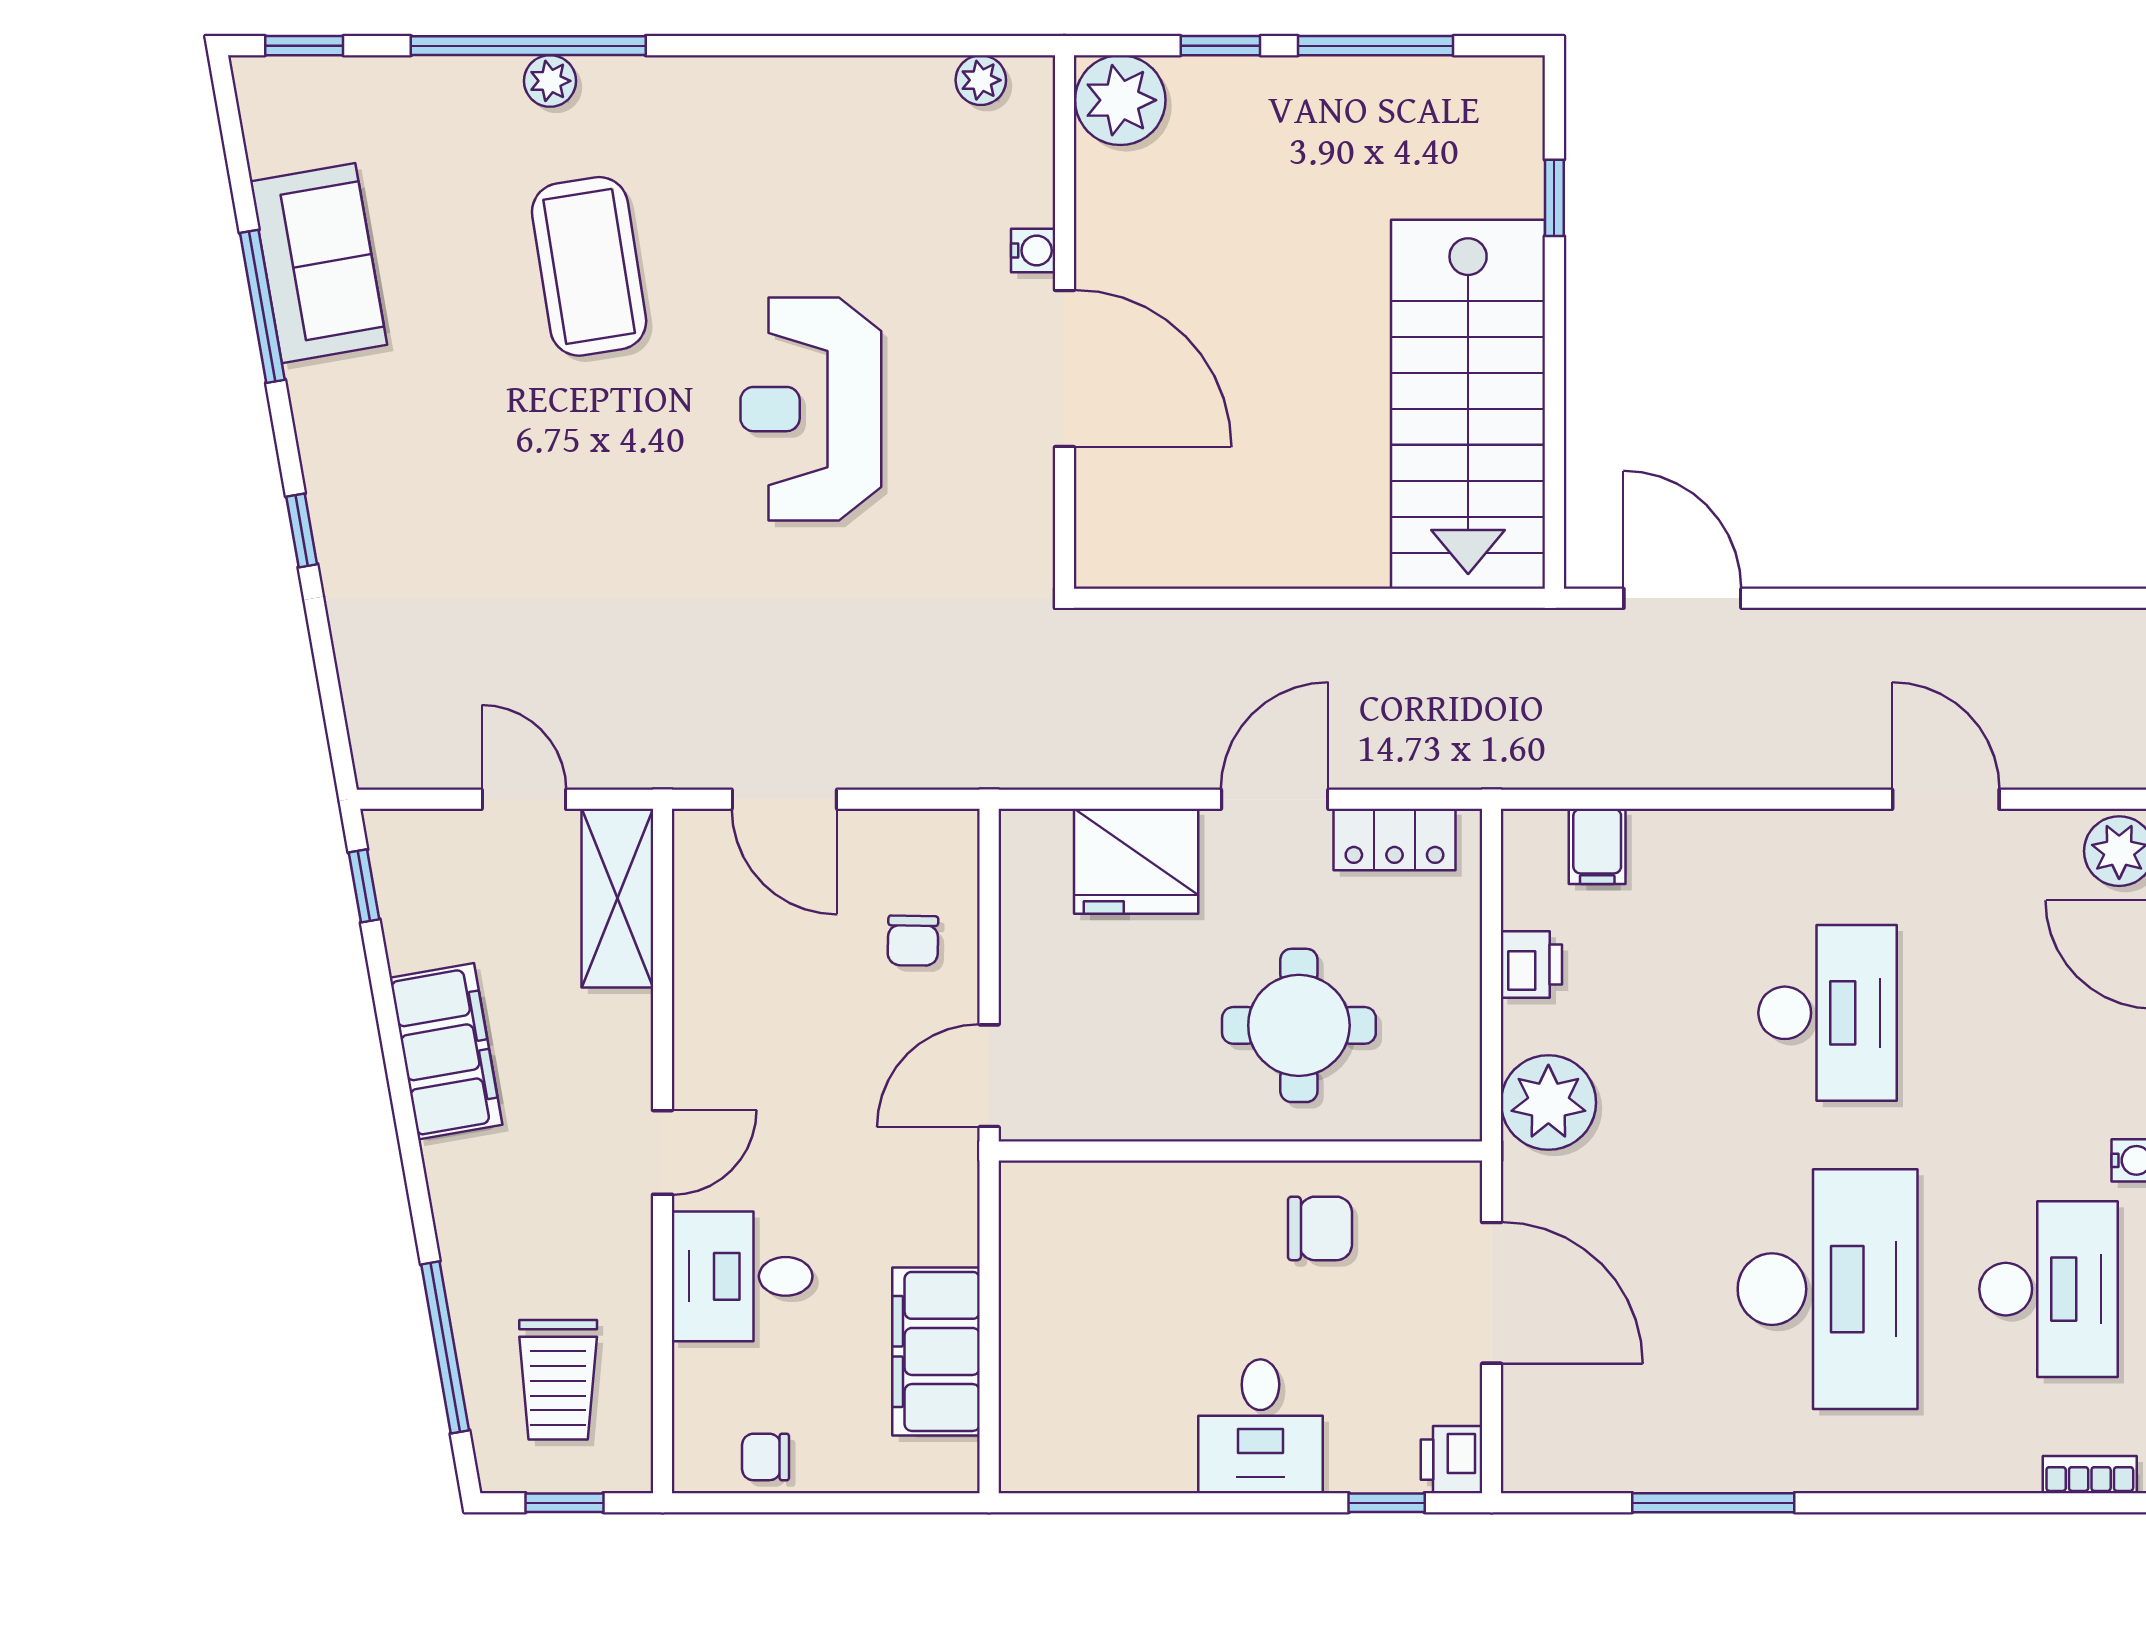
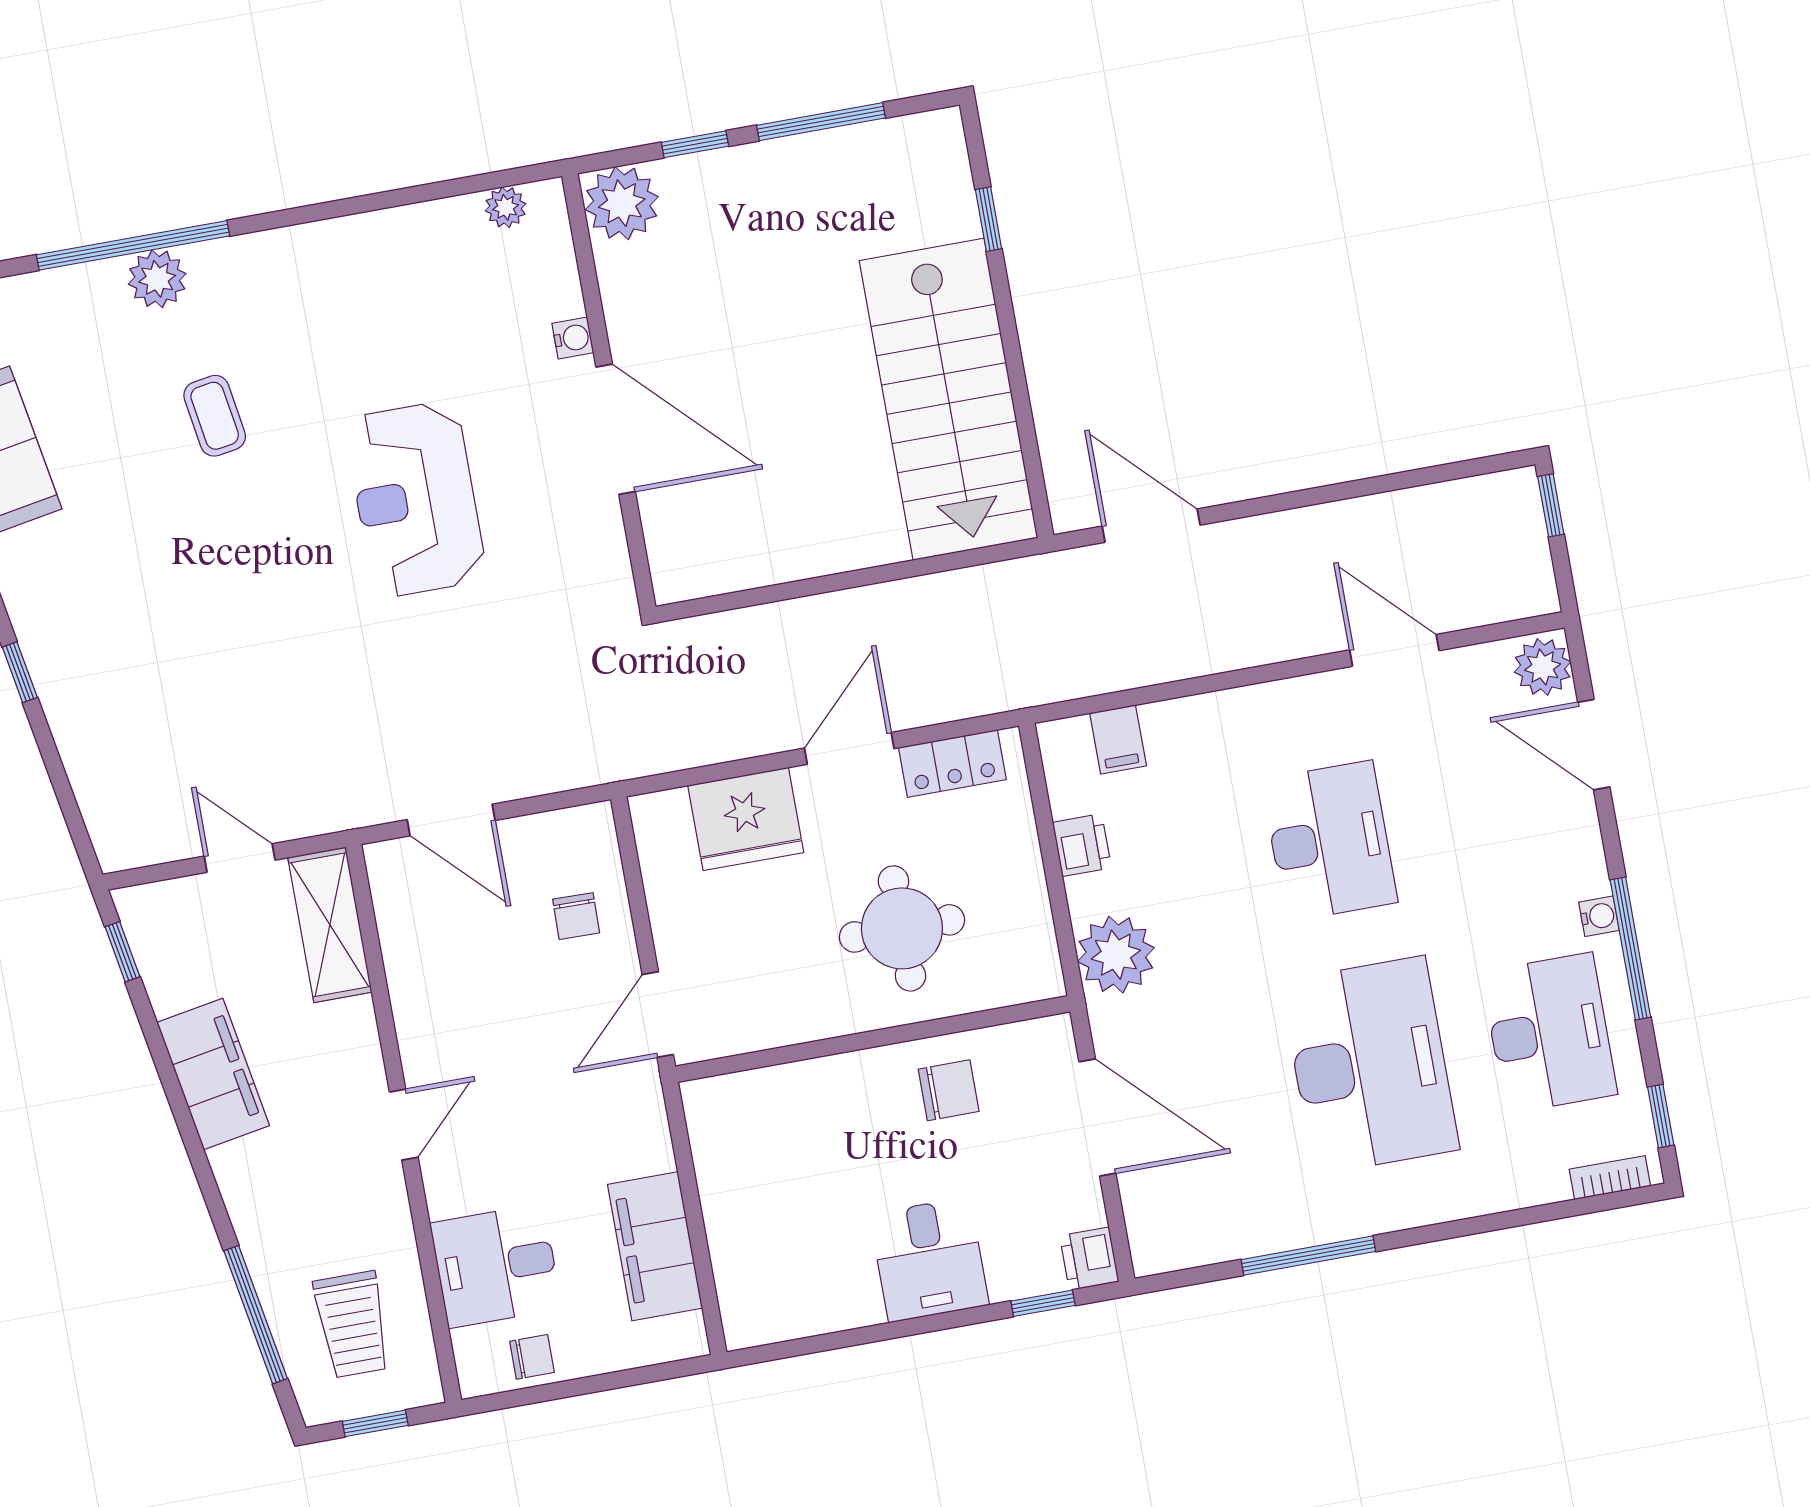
plant: (550, 81) -> (157, 279), width x1.38, depth x1.38
coffee table: (589, 266) -> (215, 416), width x0.54, depth x0.58
desk: (742, 1276) -> (496, 1266), moved
chair: (766, 1457) -> (532, 1357), turned 180

